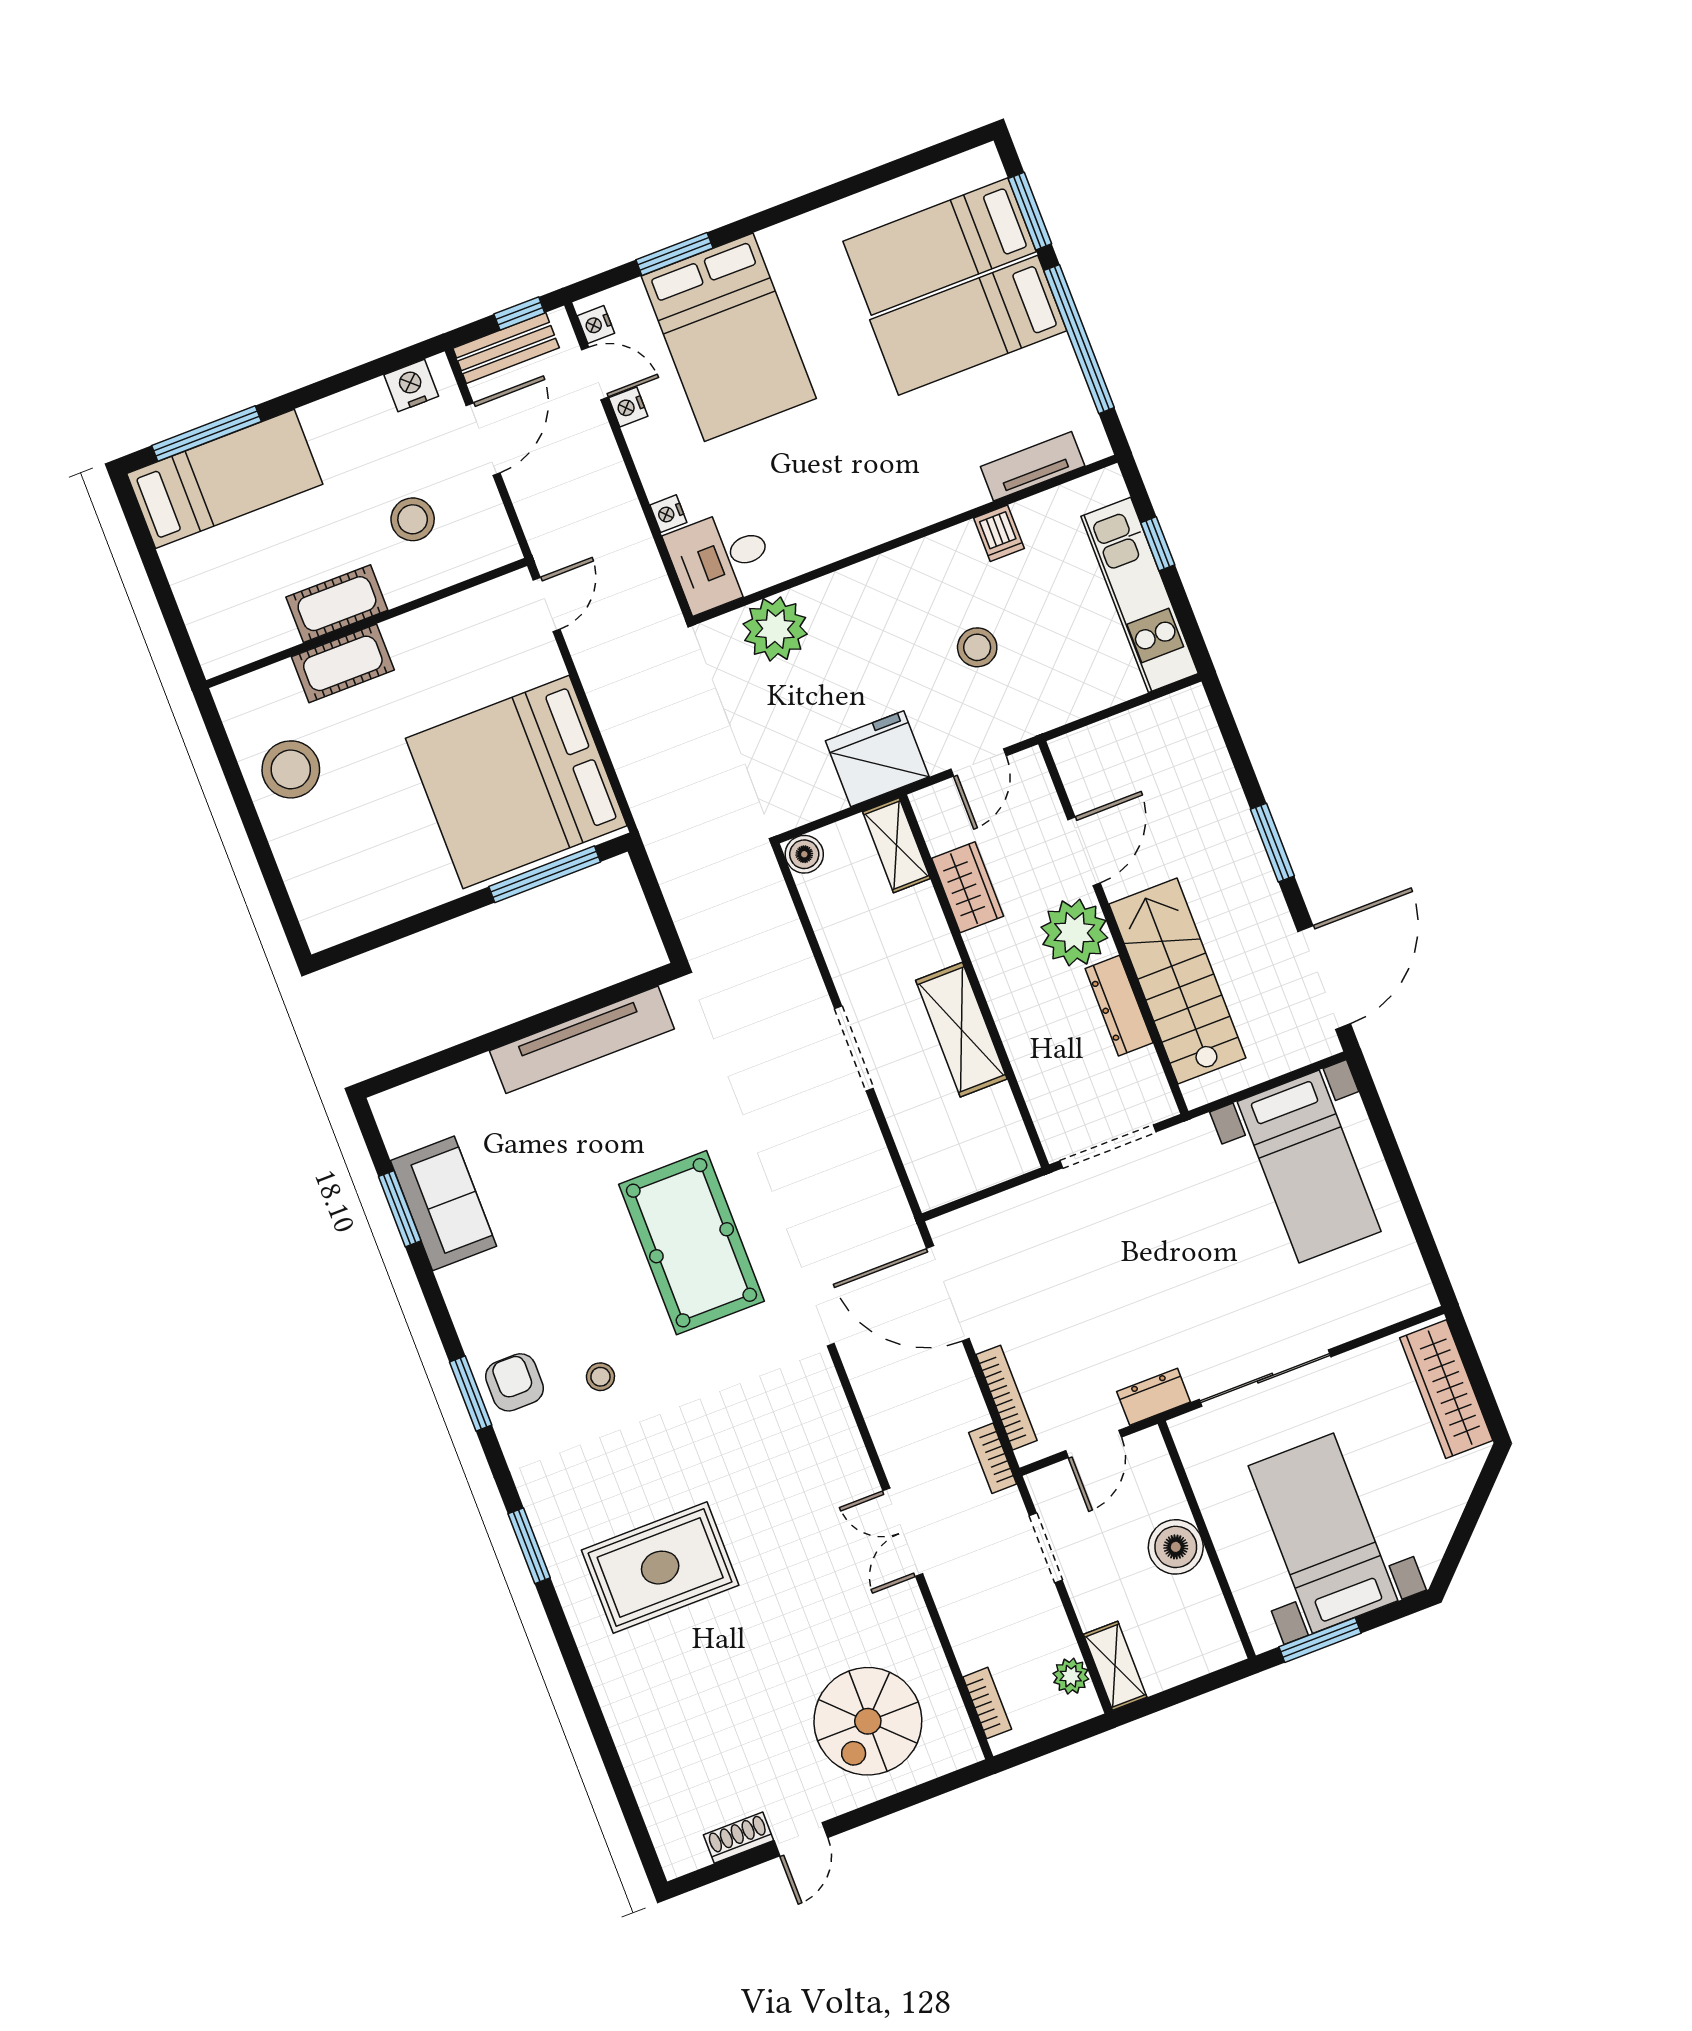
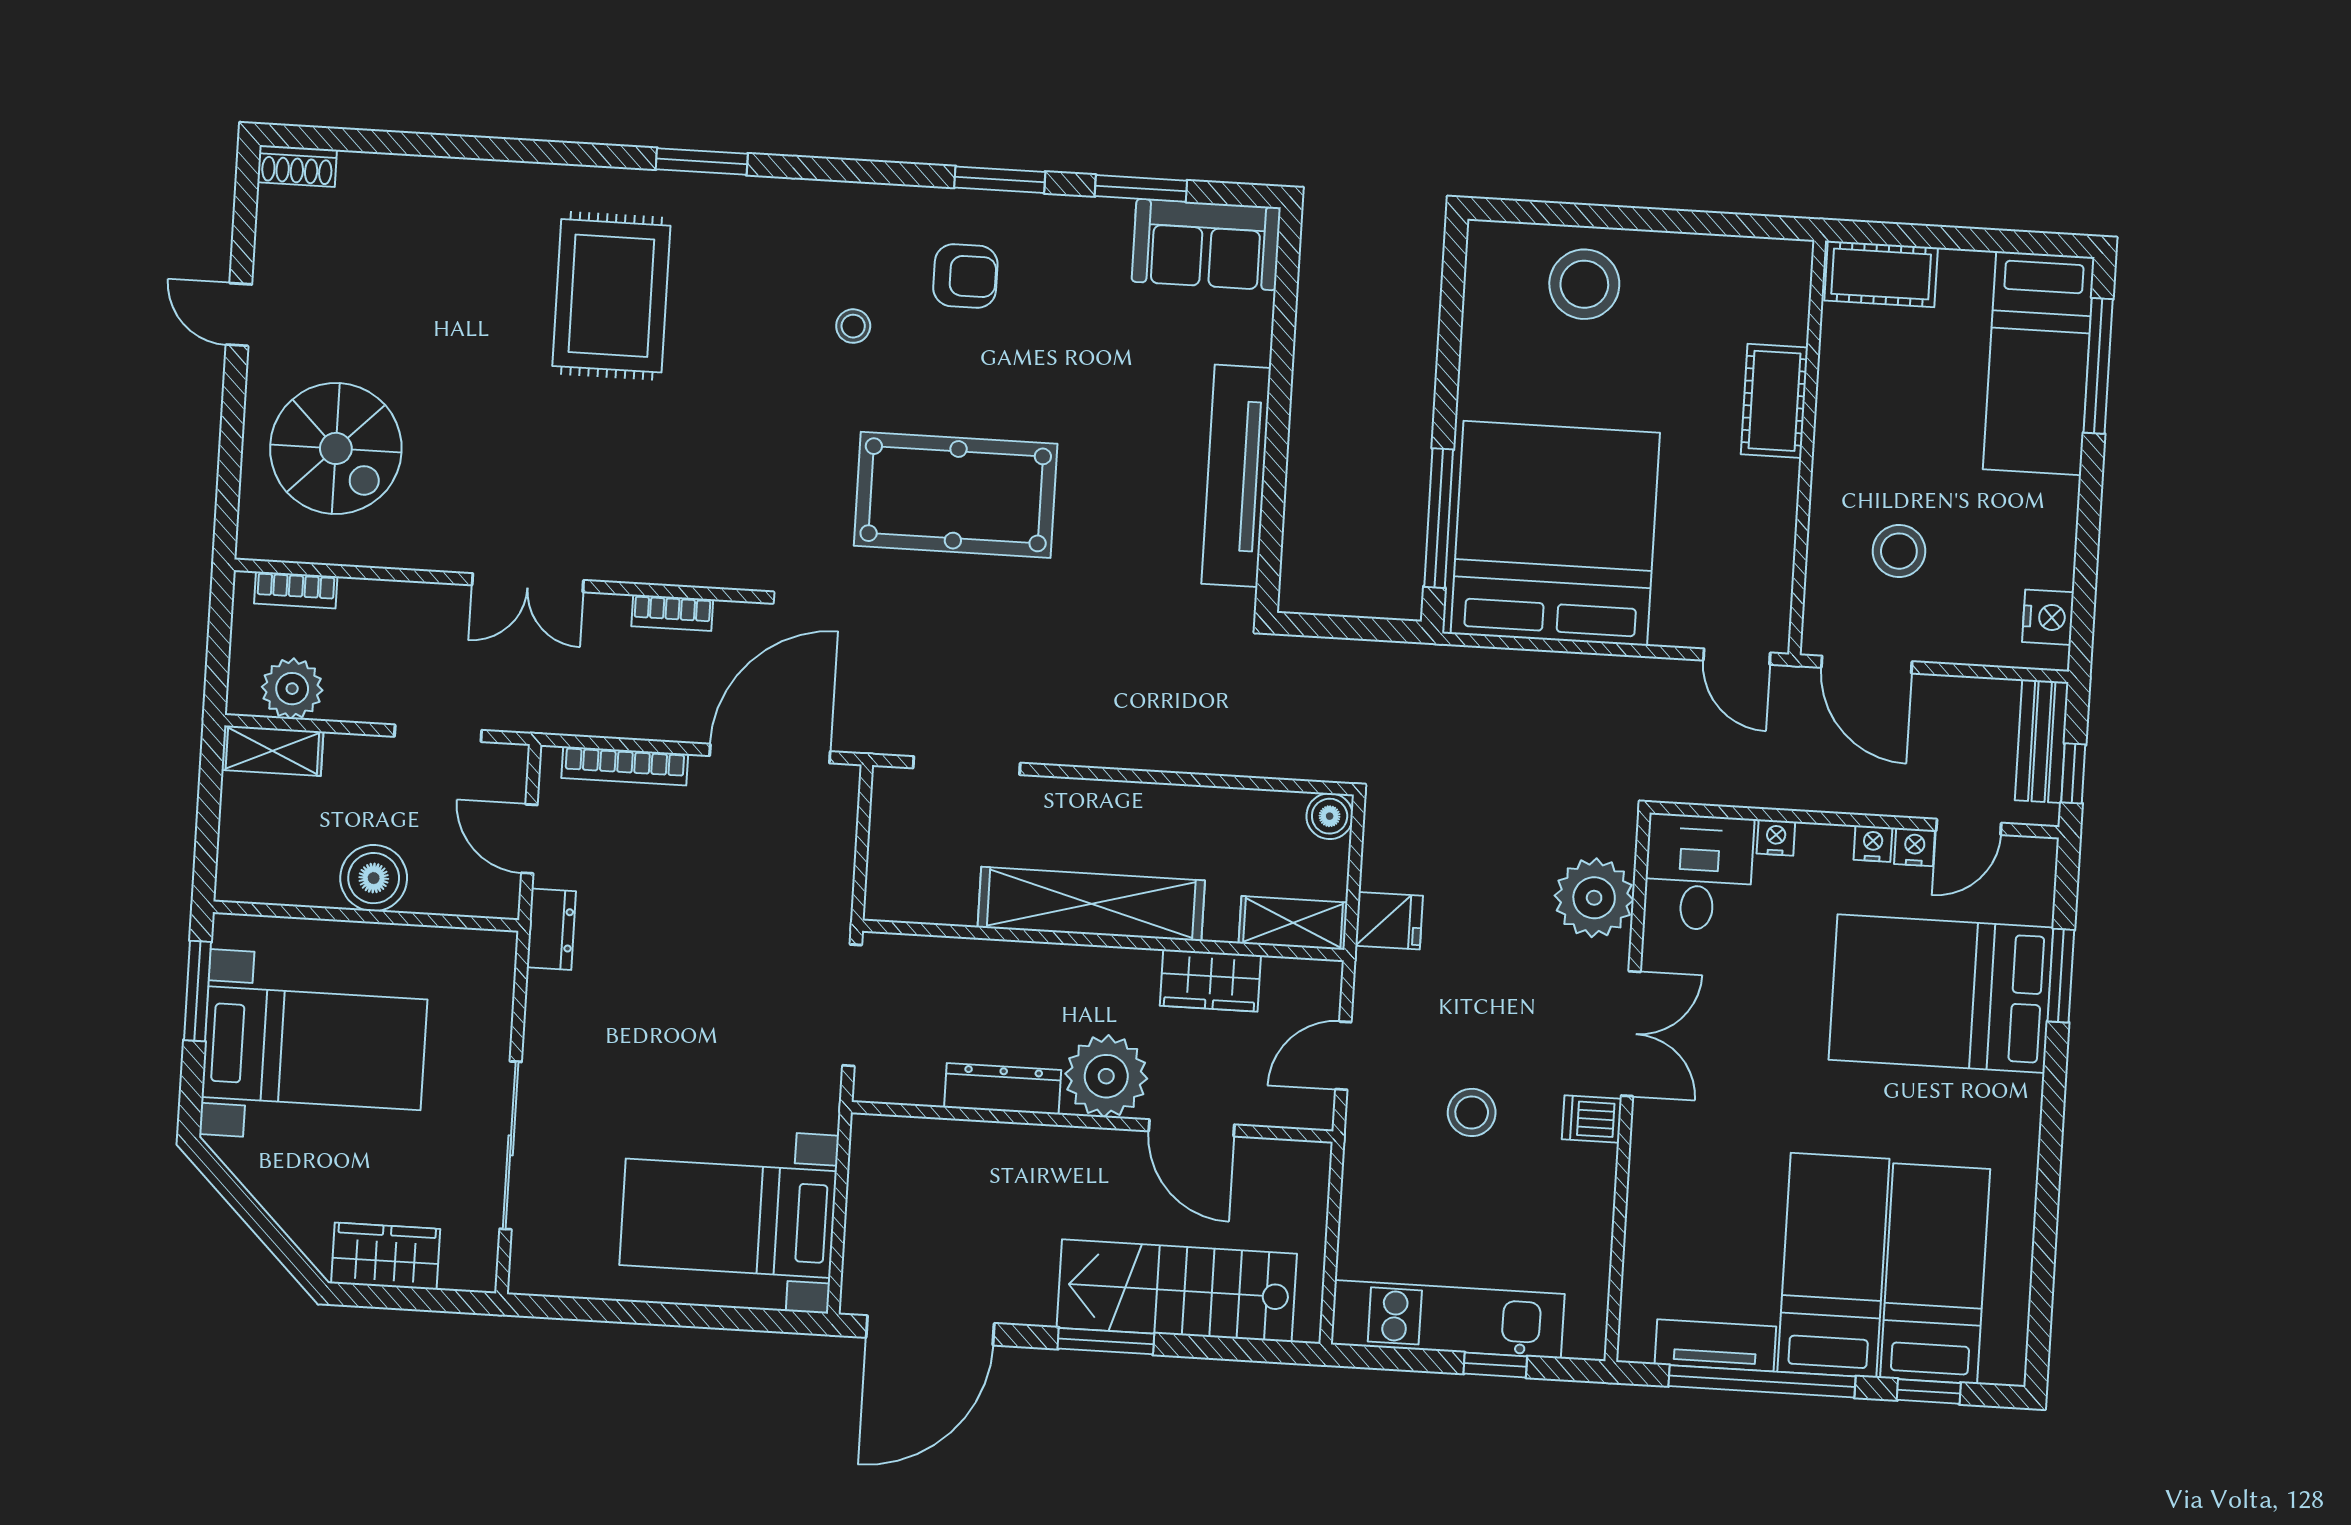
window: (1030, 211) -> (1929, 1392), width x0.67
nightstand: (596, 325) -> (1873, 844), moved
door: (483, 439) -> (1867, 665), moved
tv unit: (1033, 466) -> (1715, 1345), moved, turned -90
dishwasher: (999, 533) -> (1592, 1119), moved
double door: (864, 555) -> (1631, 1034), added
cot: (337, 604) -> (1881, 274), moved, turned 90
fridge: (877, 759) -> (1389, 921), width x0.53, depth x0.75
door: (978, 762) -> (1343, 1056), hinge flipped
stool: (291, 769) -> (1584, 284), moved
door: (1324, 977) -> (930, 1330), hinge flipped
stairs: (1177, 981) -> (1177, 1291), moved, turned 180
shelving: (961, 1030) -> (1091, 904), width x1.47
doorway: (854, 1048) -> (967, 766), moved
sofa: (443, 1203) -> (1206, 245), moved
sliding door: (1265, 1378) -> (511, 1145), moved
armchair: (514, 1382) -> (965, 276), moved
wardrobe: (1446, 1389) -> (386, 1256), width x0.67
window: (471, 1393) -> (1000, 180), moved
bookcase: (993, 1458) -> (672, 613), moved, turned 180
double door: (903, 1532) -> (528, 583), swing flipped
plant: (1071, 1676) -> (292, 689), width x1.38, depth x1.38
spiral stairs: (868, 1721) -> (336, 448), turned 180
shoe rack: (739, 1838) -> (297, 166), moved, turned 90

